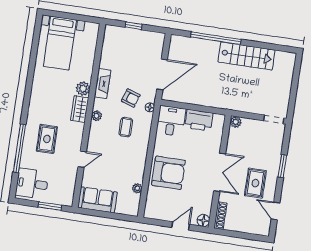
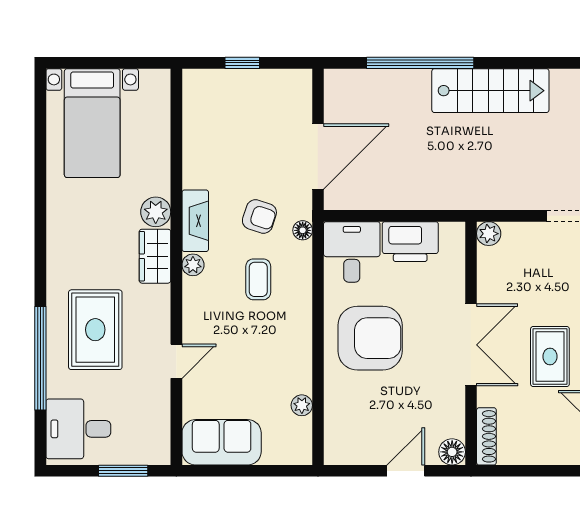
fireplace: (103, 83) -> (195, 221), moved
rug: (47, 139) -> (95, 330), width x1.36, depth x1.43
armchair: (168, 173) -> (370, 338), moved

